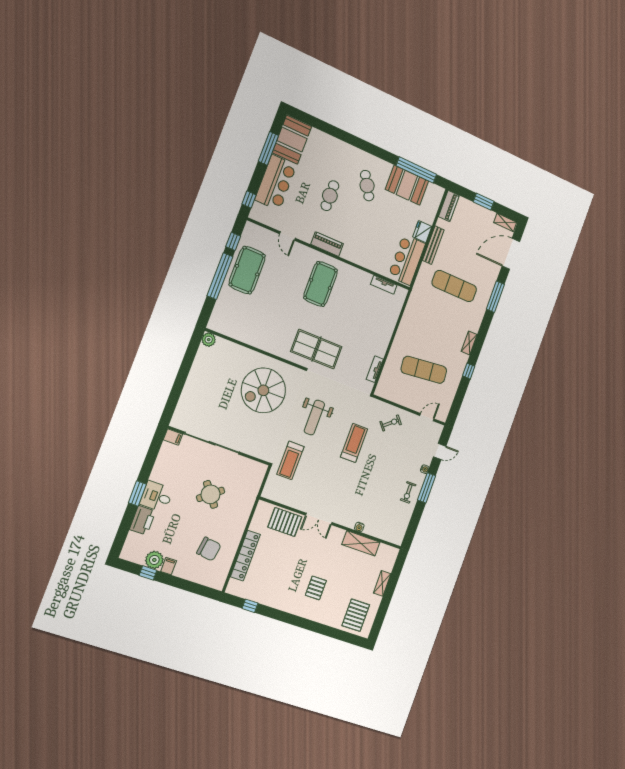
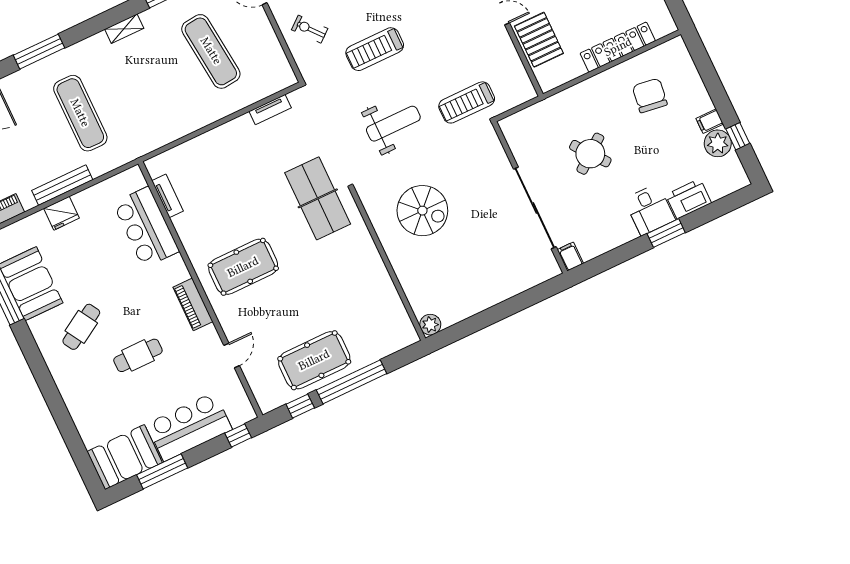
bar counter: (407, 260) -> (146, 227), moved, turned 90
spiral stairs: (263, 390) -> (422, 211), width x0.73, depth x0.73
treadmill: (290, 460) -> (467, 102), turned 180

